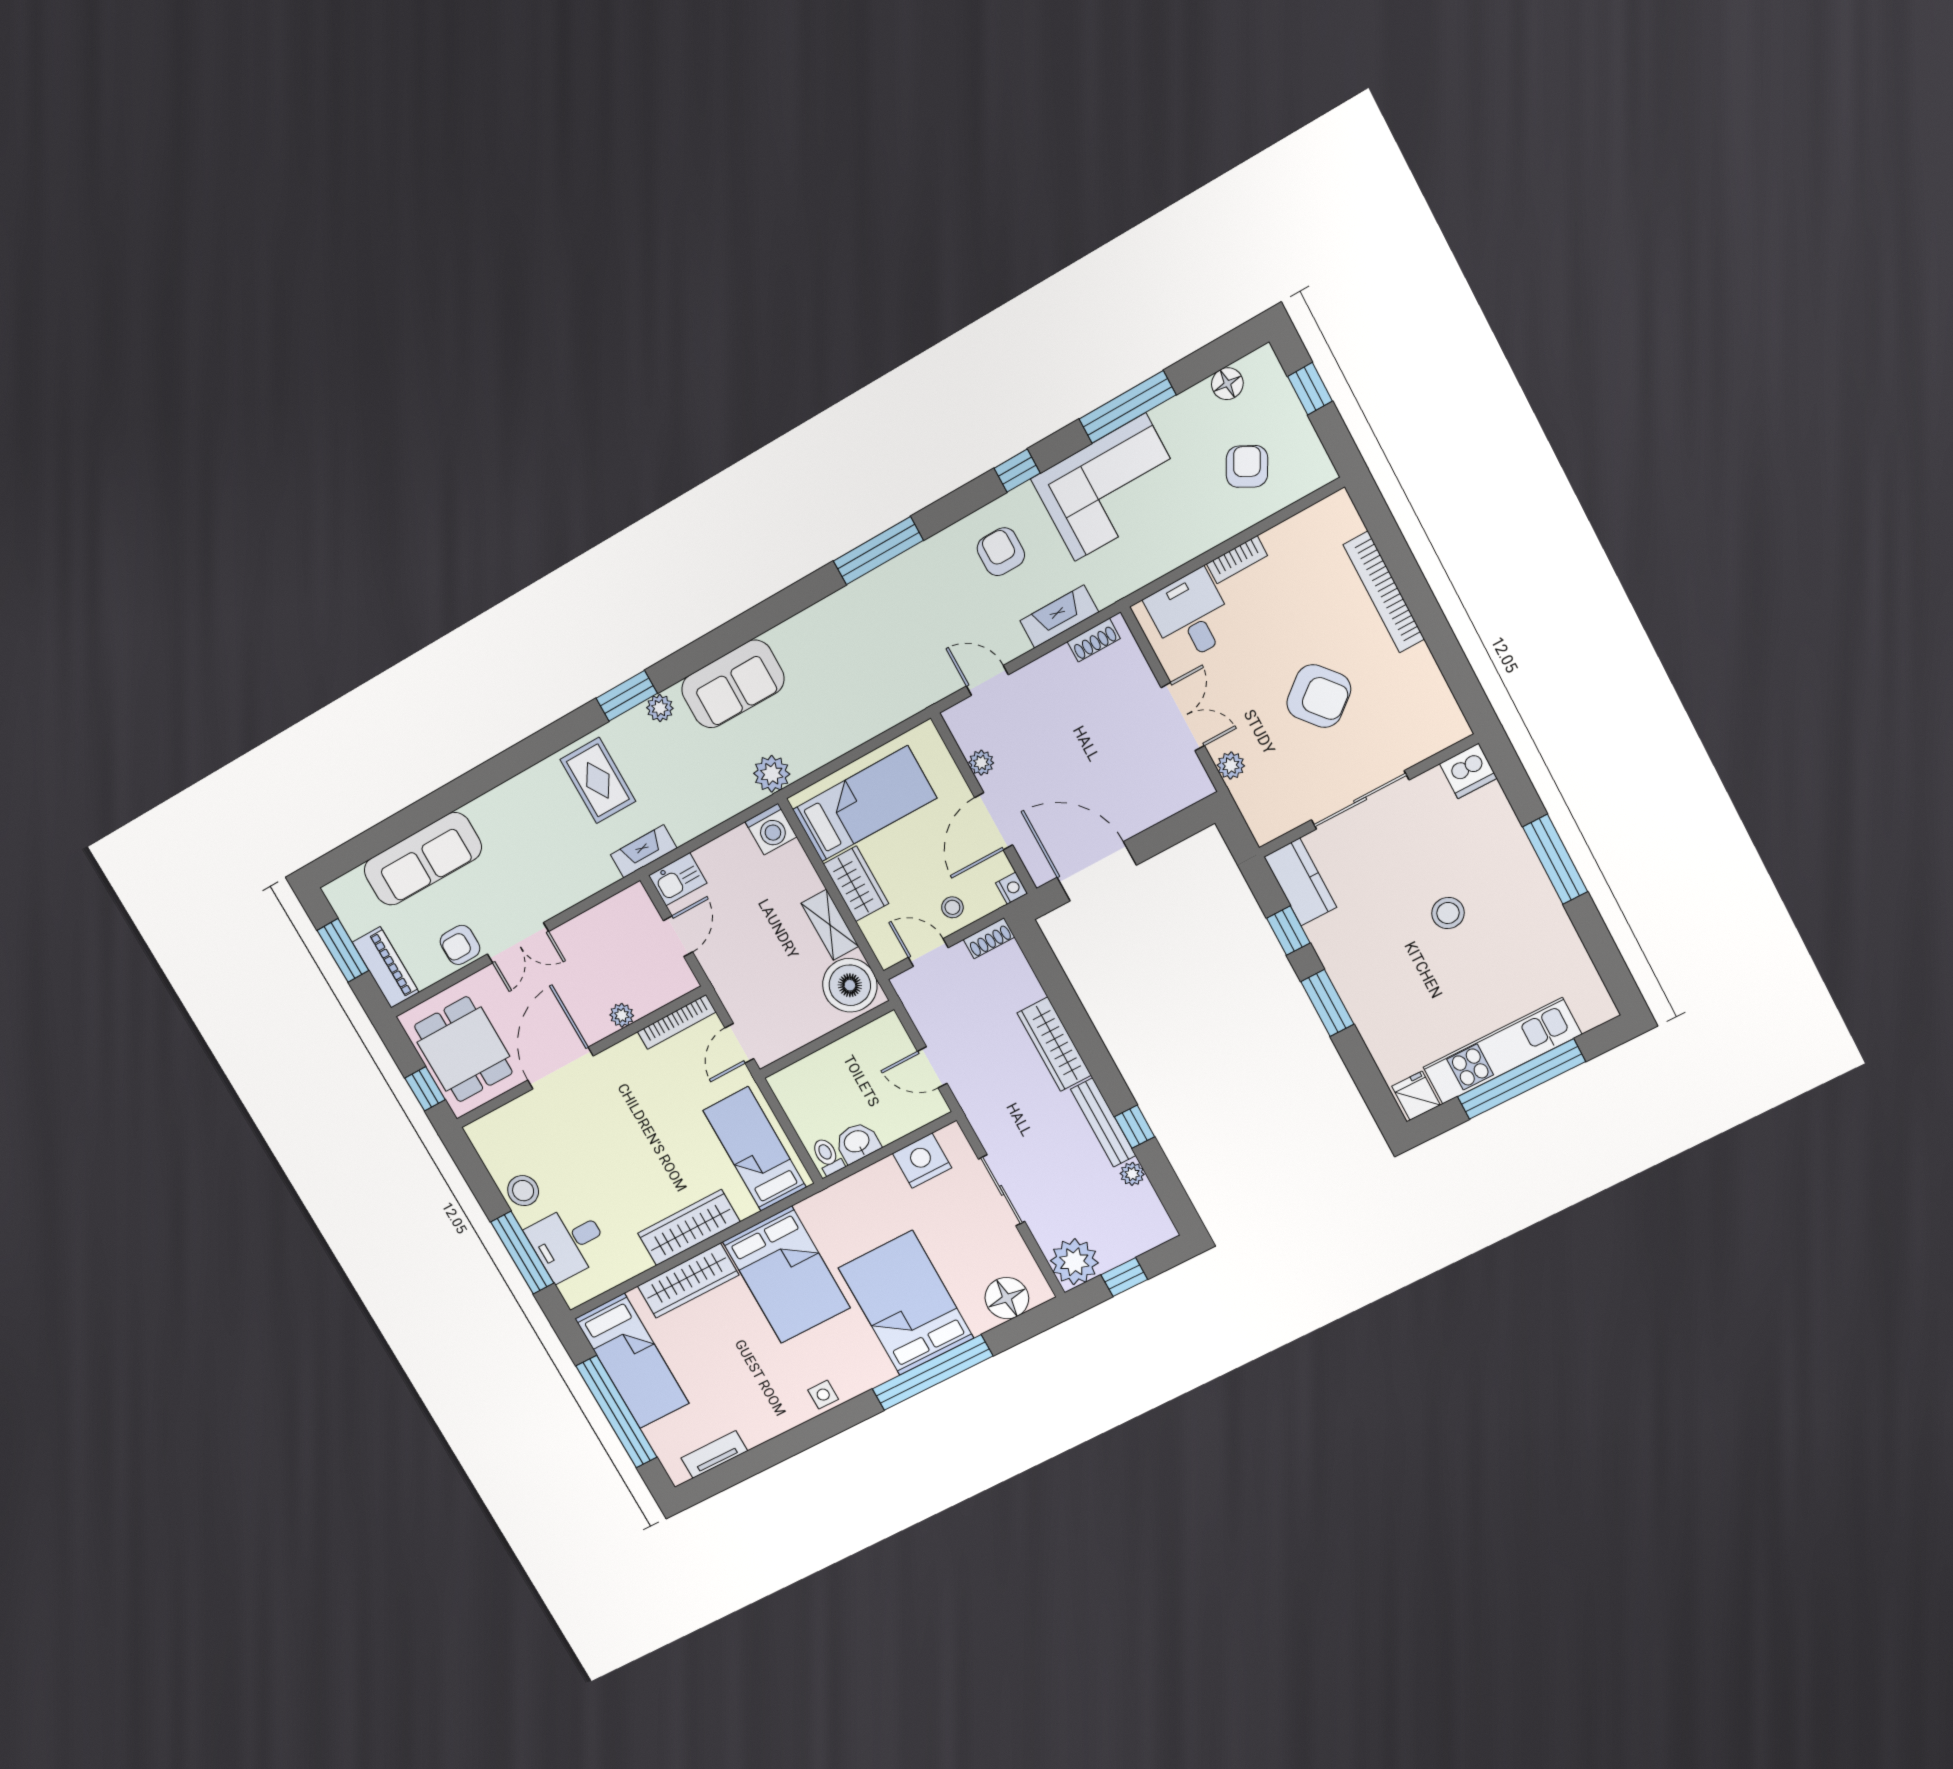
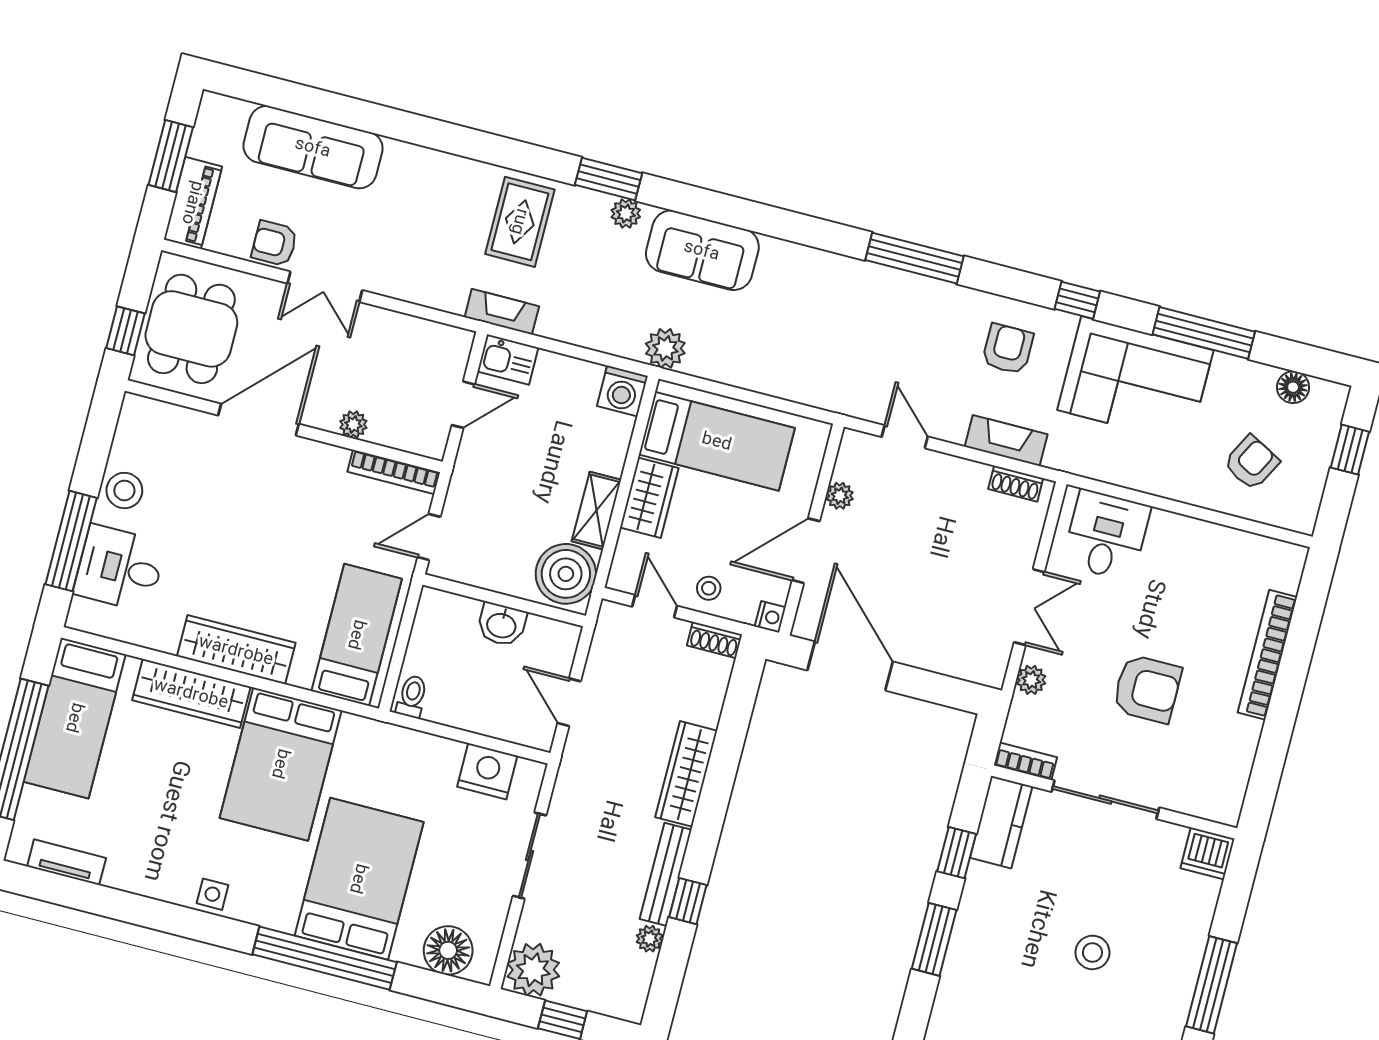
bookcase: (1237, 560) -> (1025, 761), moved, turned 180
armchair: (1319, 696) -> (1147, 689), turned -50
washbasin: (857, 1142) -> (502, 625), moved, turned 180

